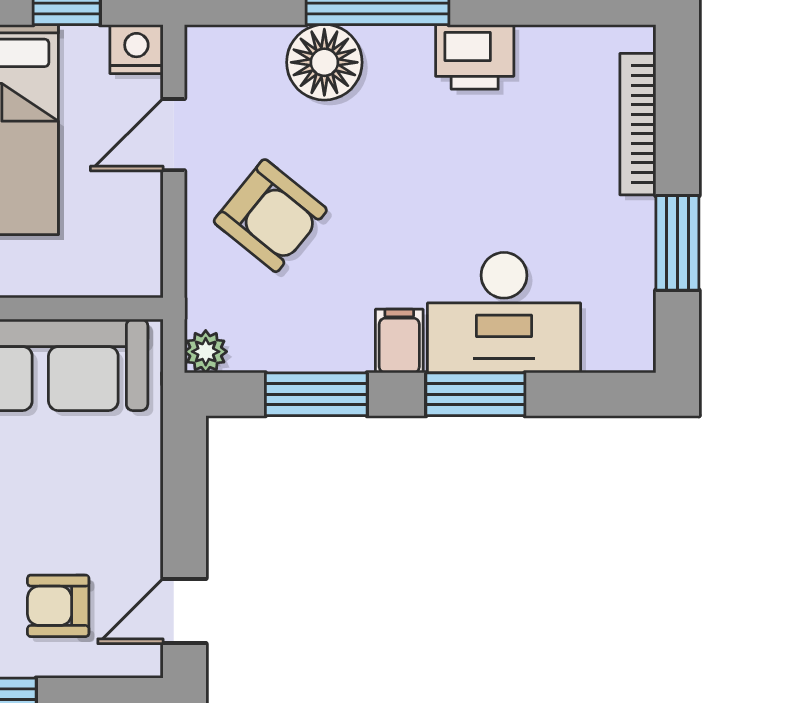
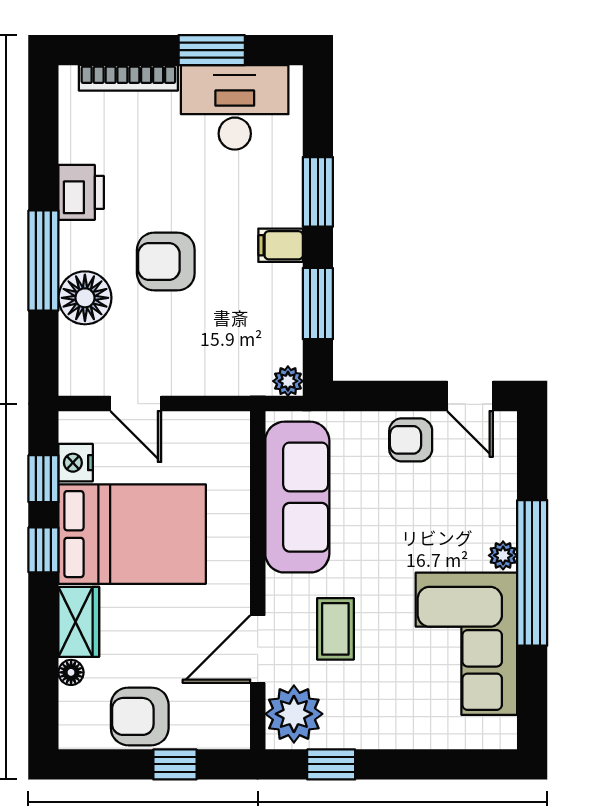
nightstand: (136, 49) -> (76, 463), moved
armchair: (270, 216) -> (166, 262), moved, turned -129
desk: (504, 313) -> (235, 107), moved, turned -90
armchair: (58, 606) -> (411, 440), moved, turned 90

